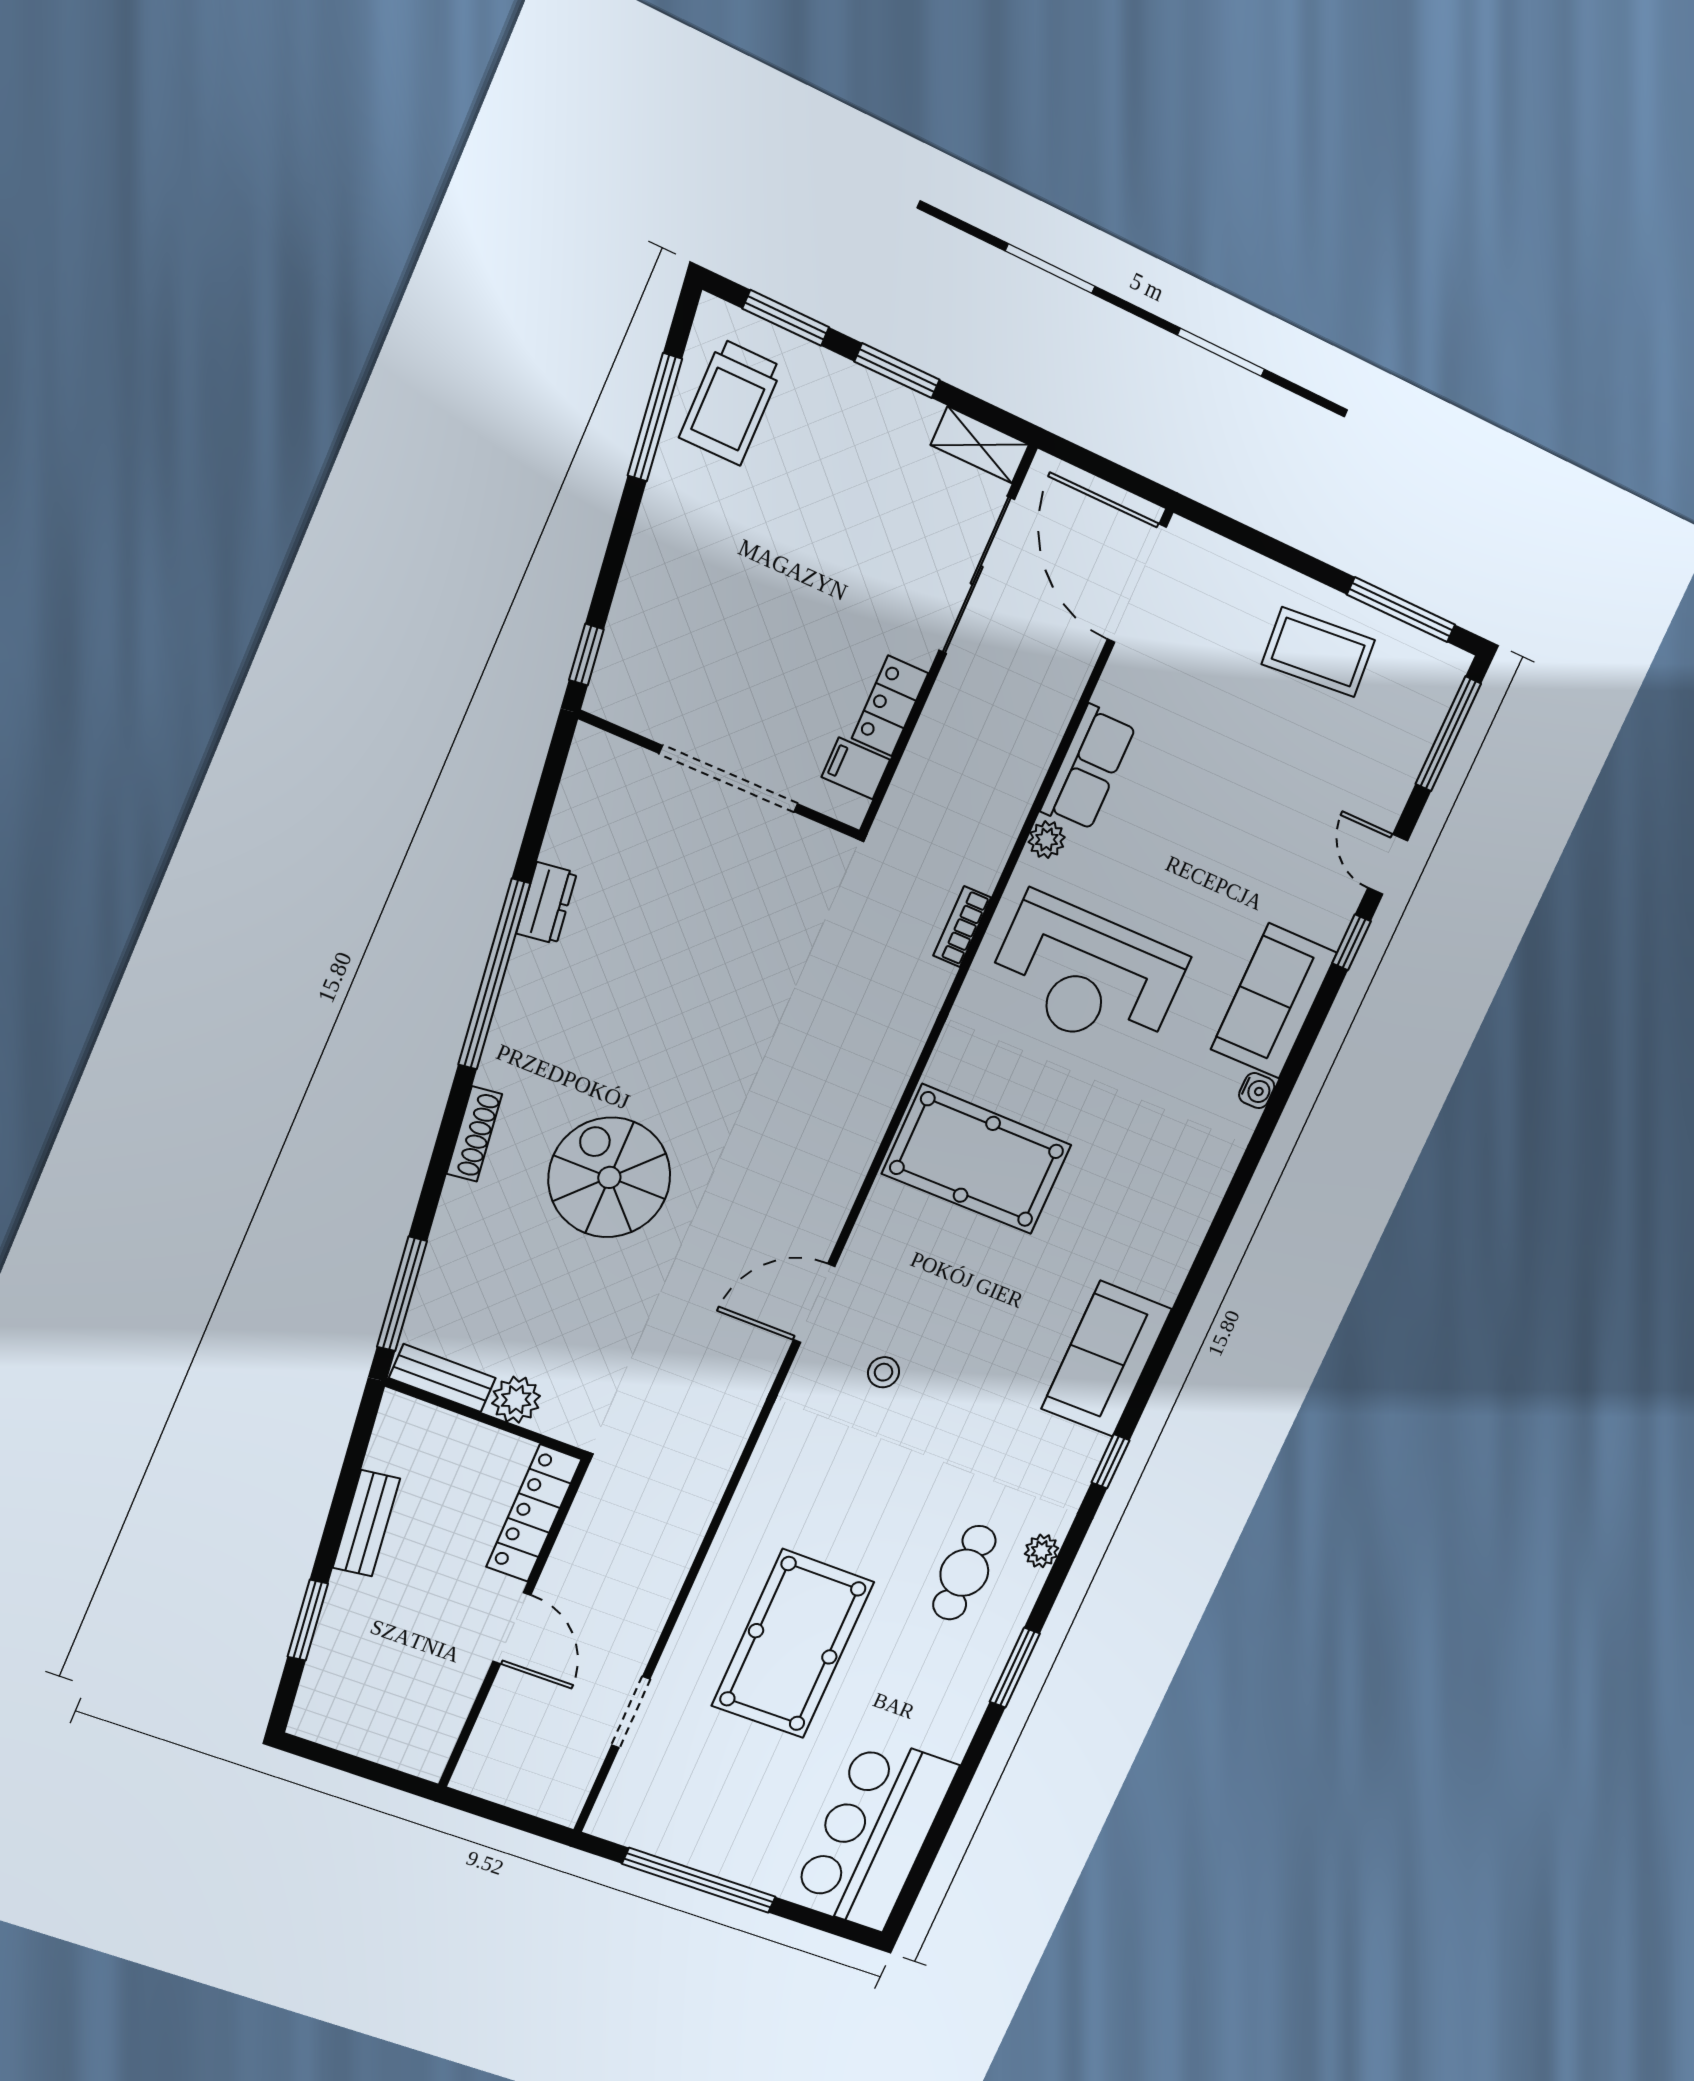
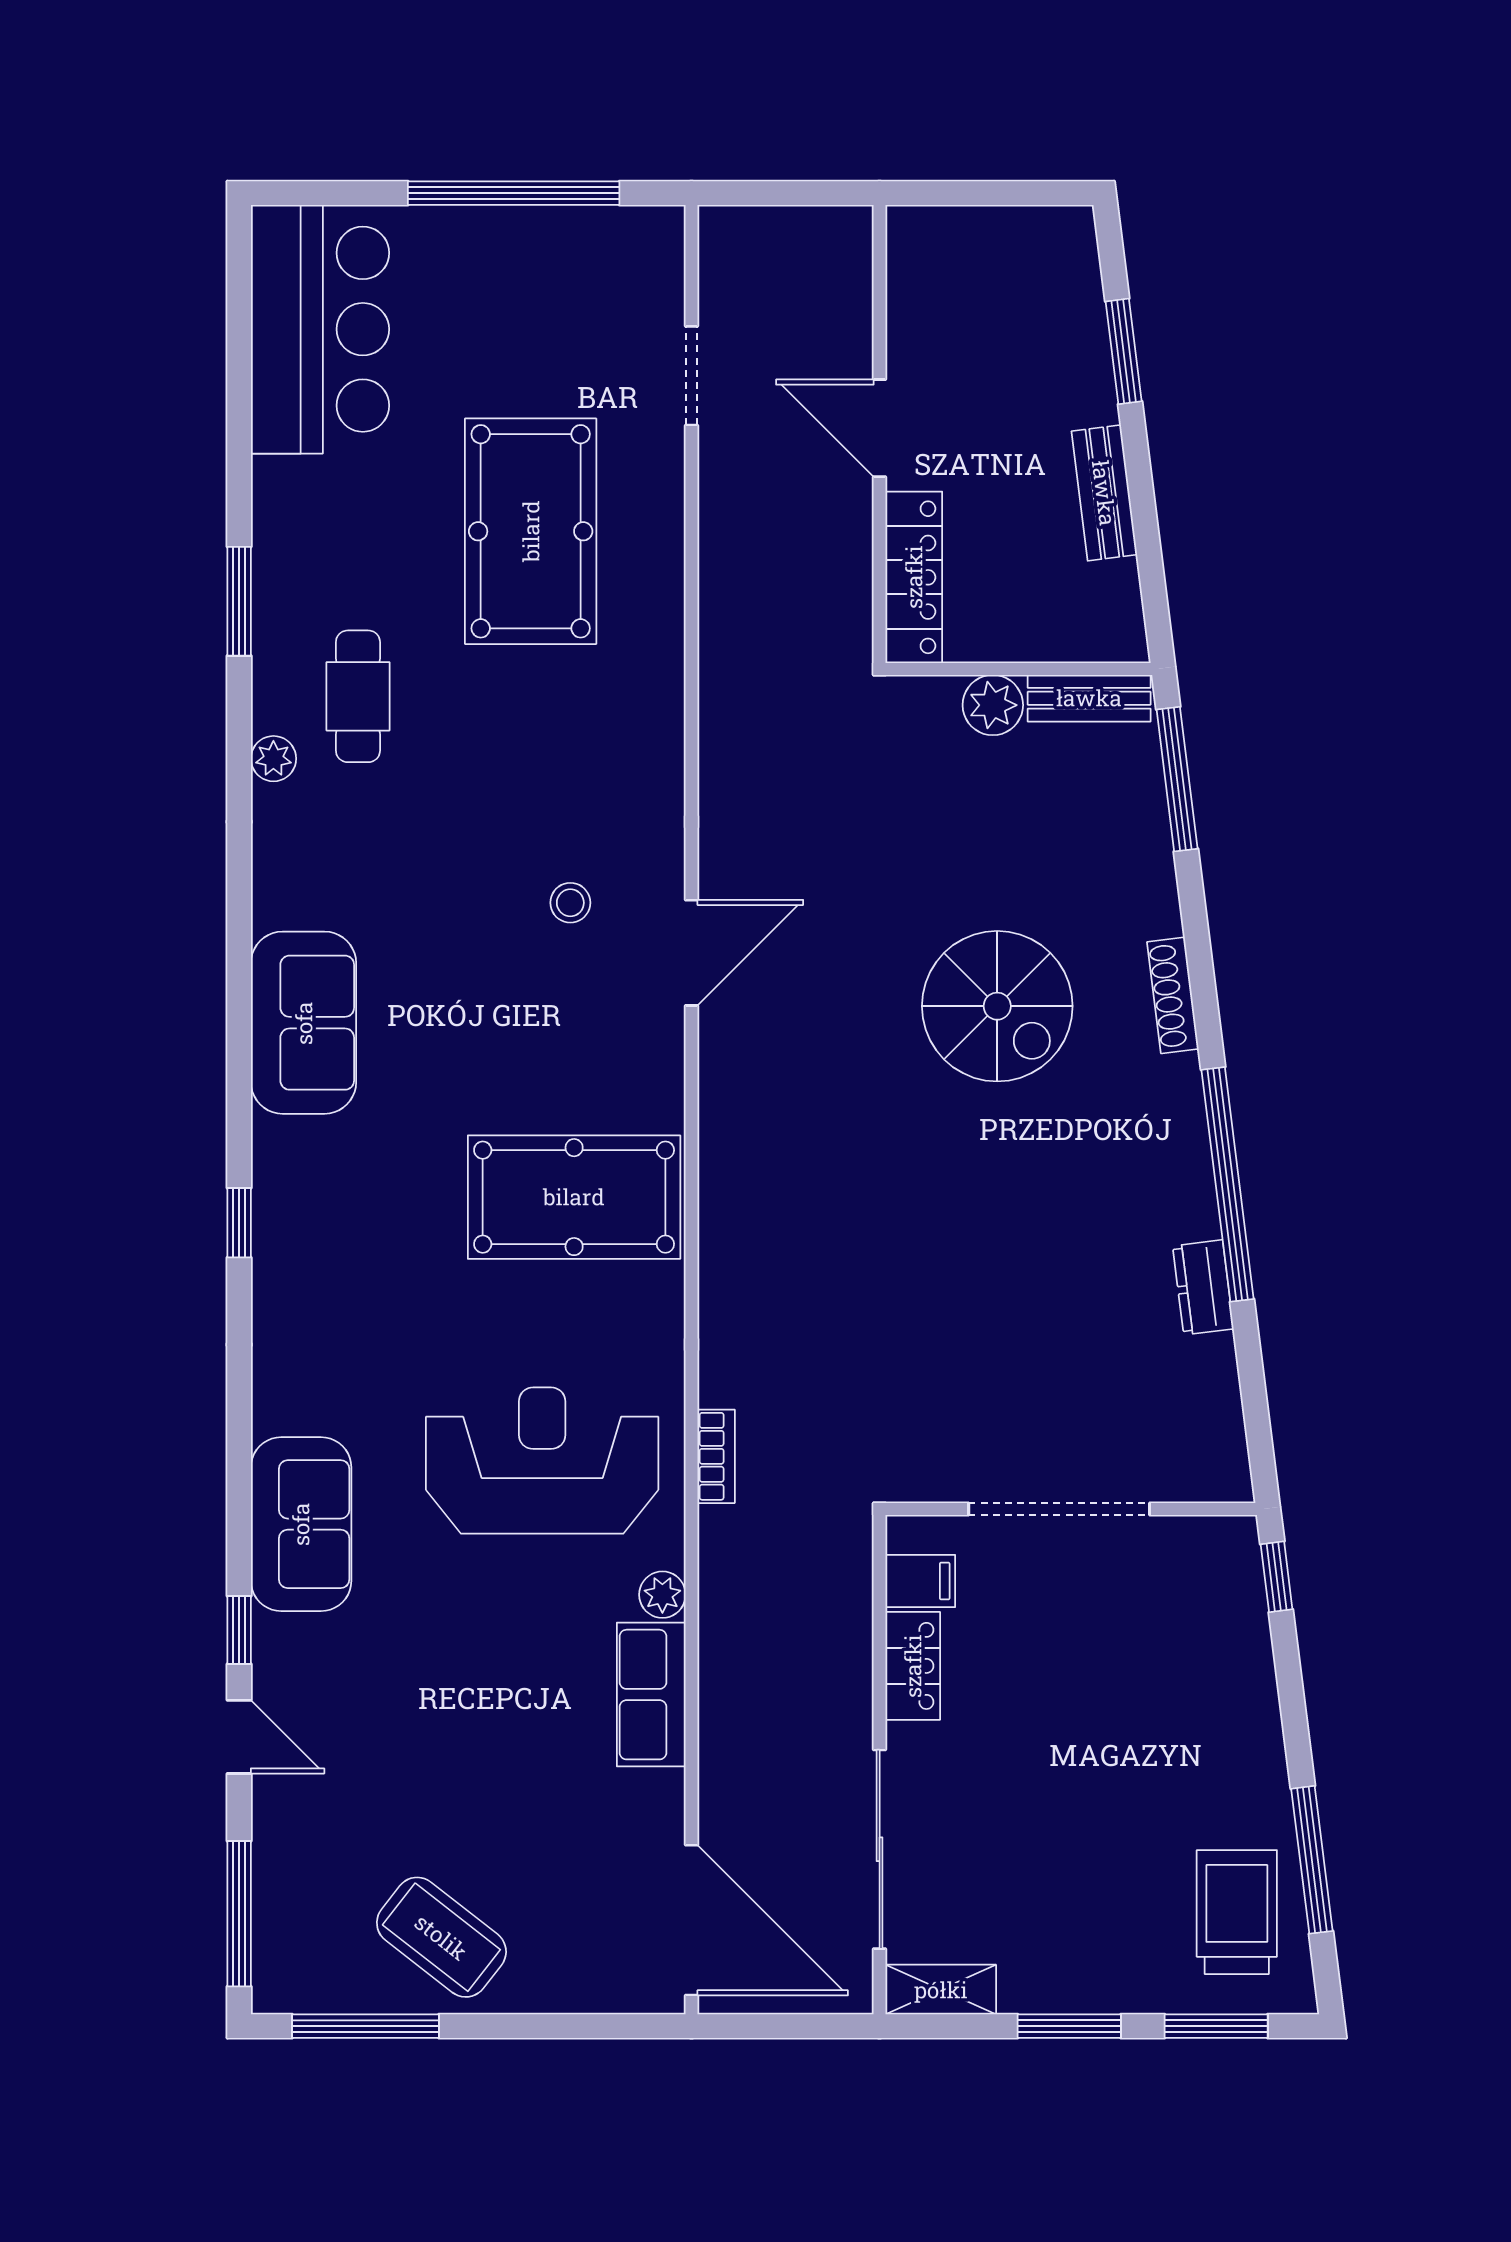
coffee table: (1318, 652) -> (441, 1937), turned 43
water cooler: (1257, 1091) -> (271, 1412), removed
window: (1110, 1461) -> (239, 1223), moved

